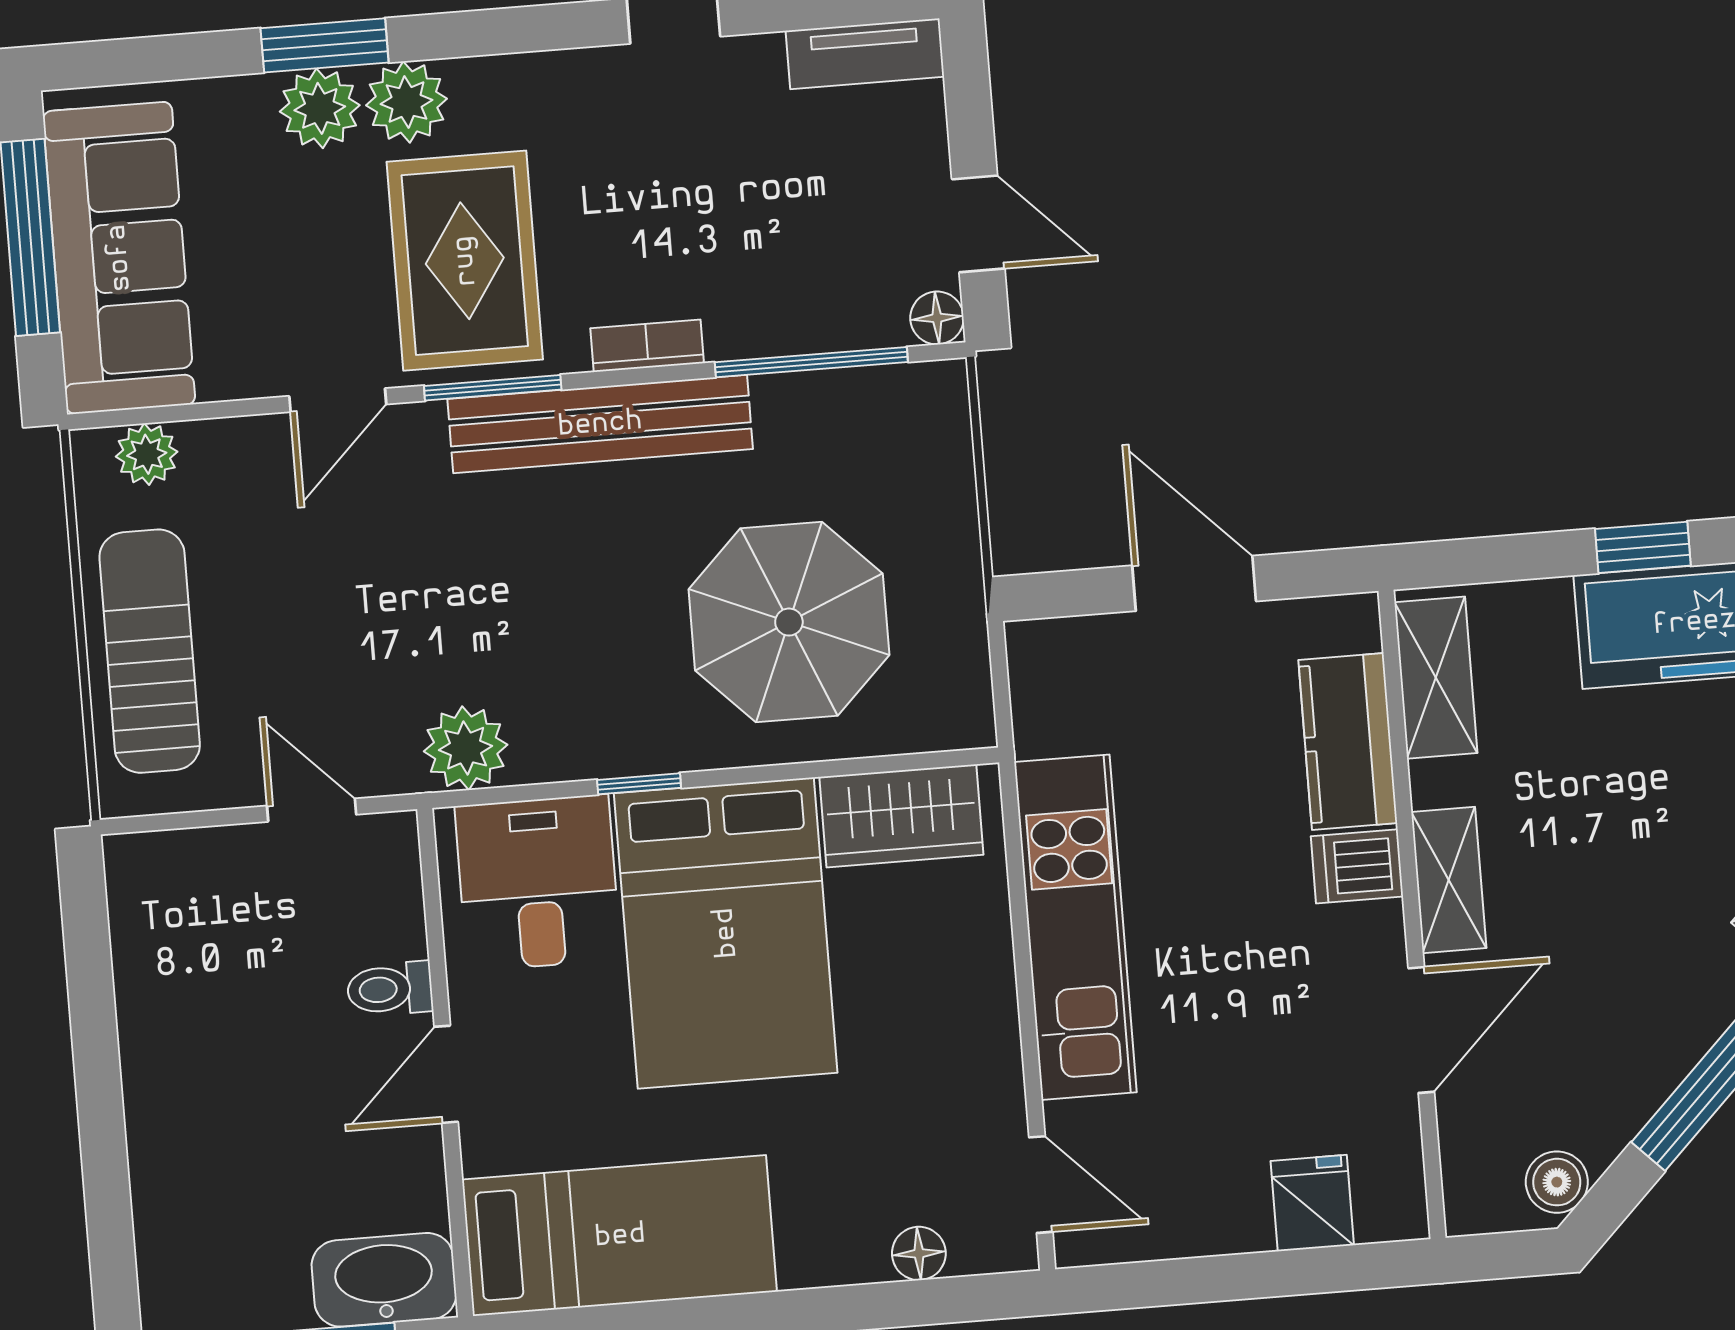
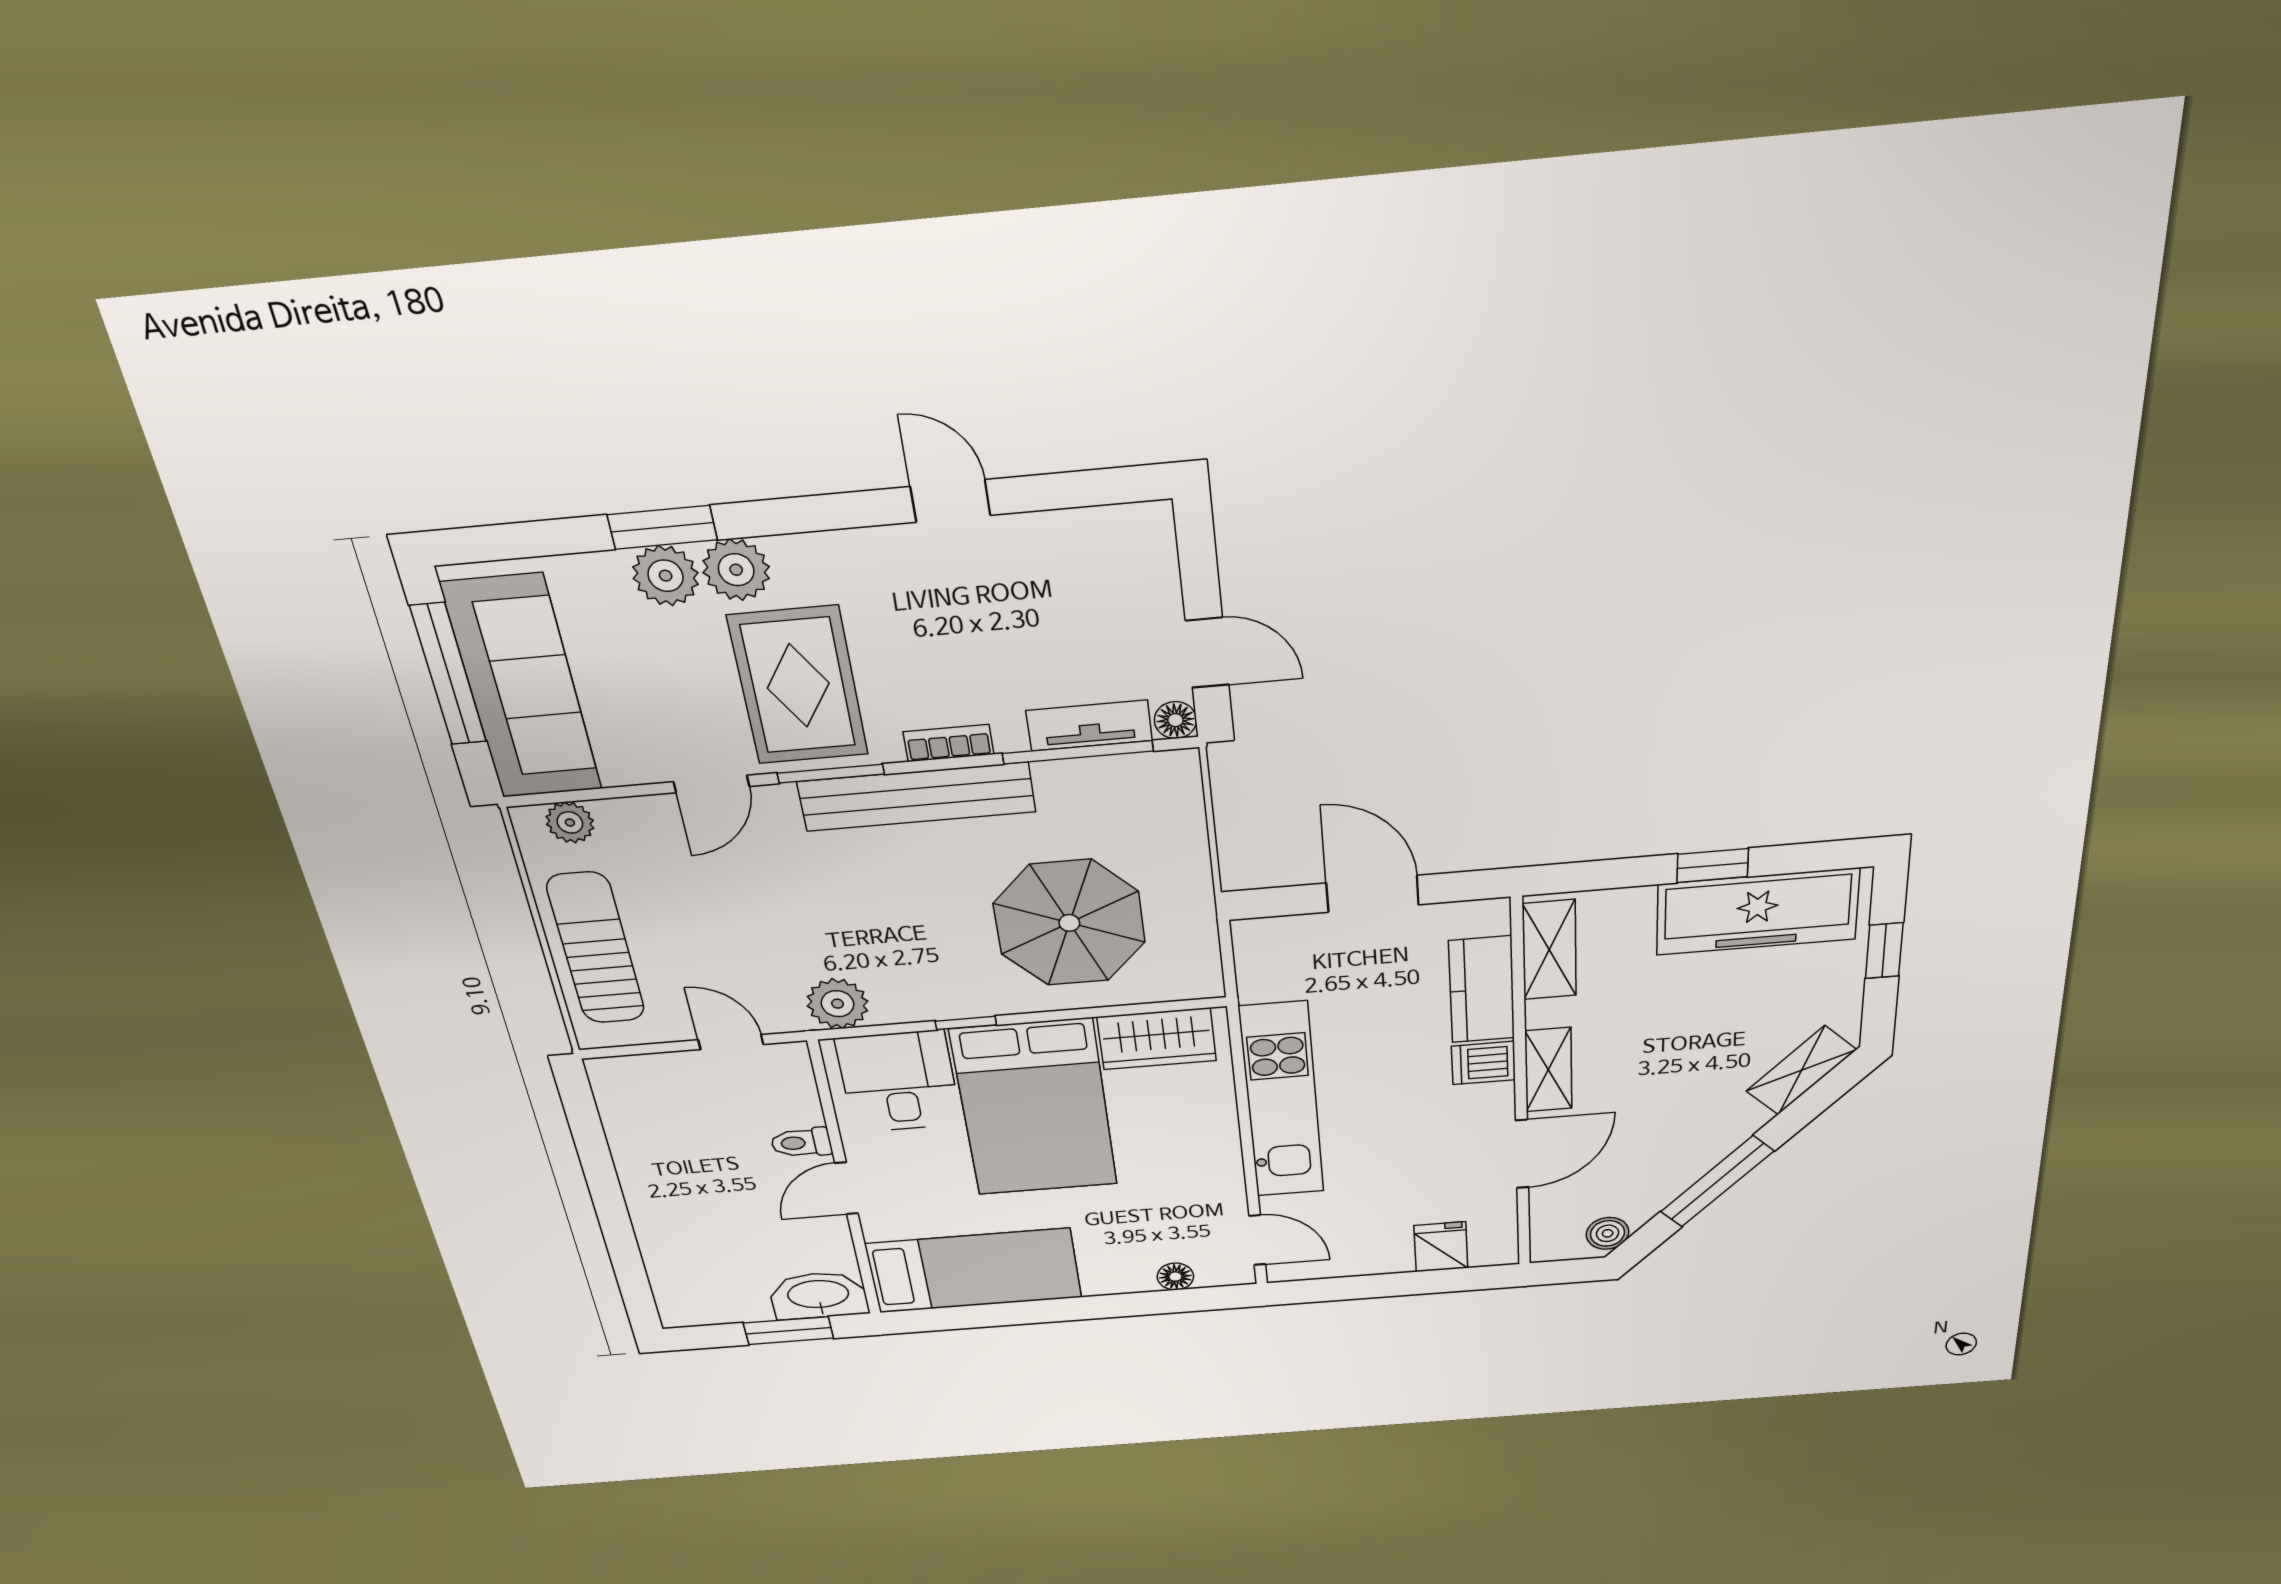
tv unit: (865, 54) -> (1089, 726), moved, turned 180

